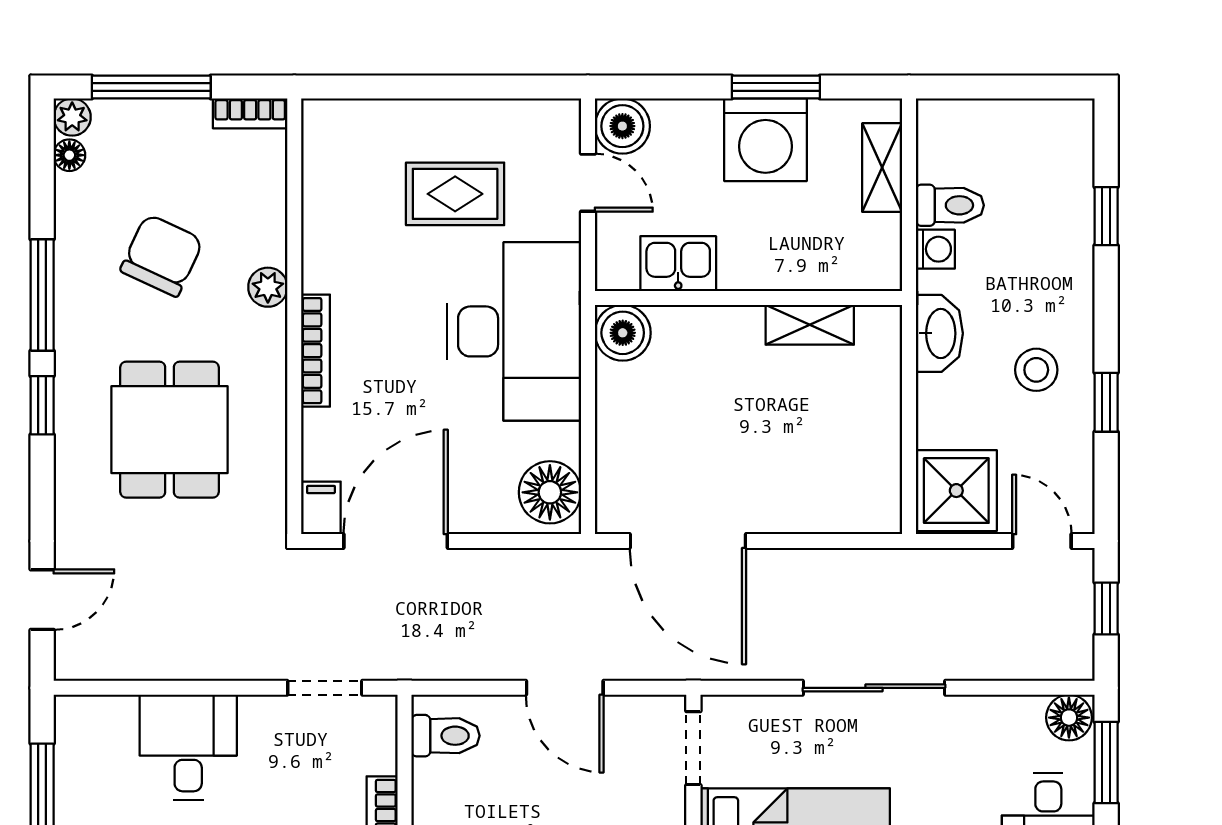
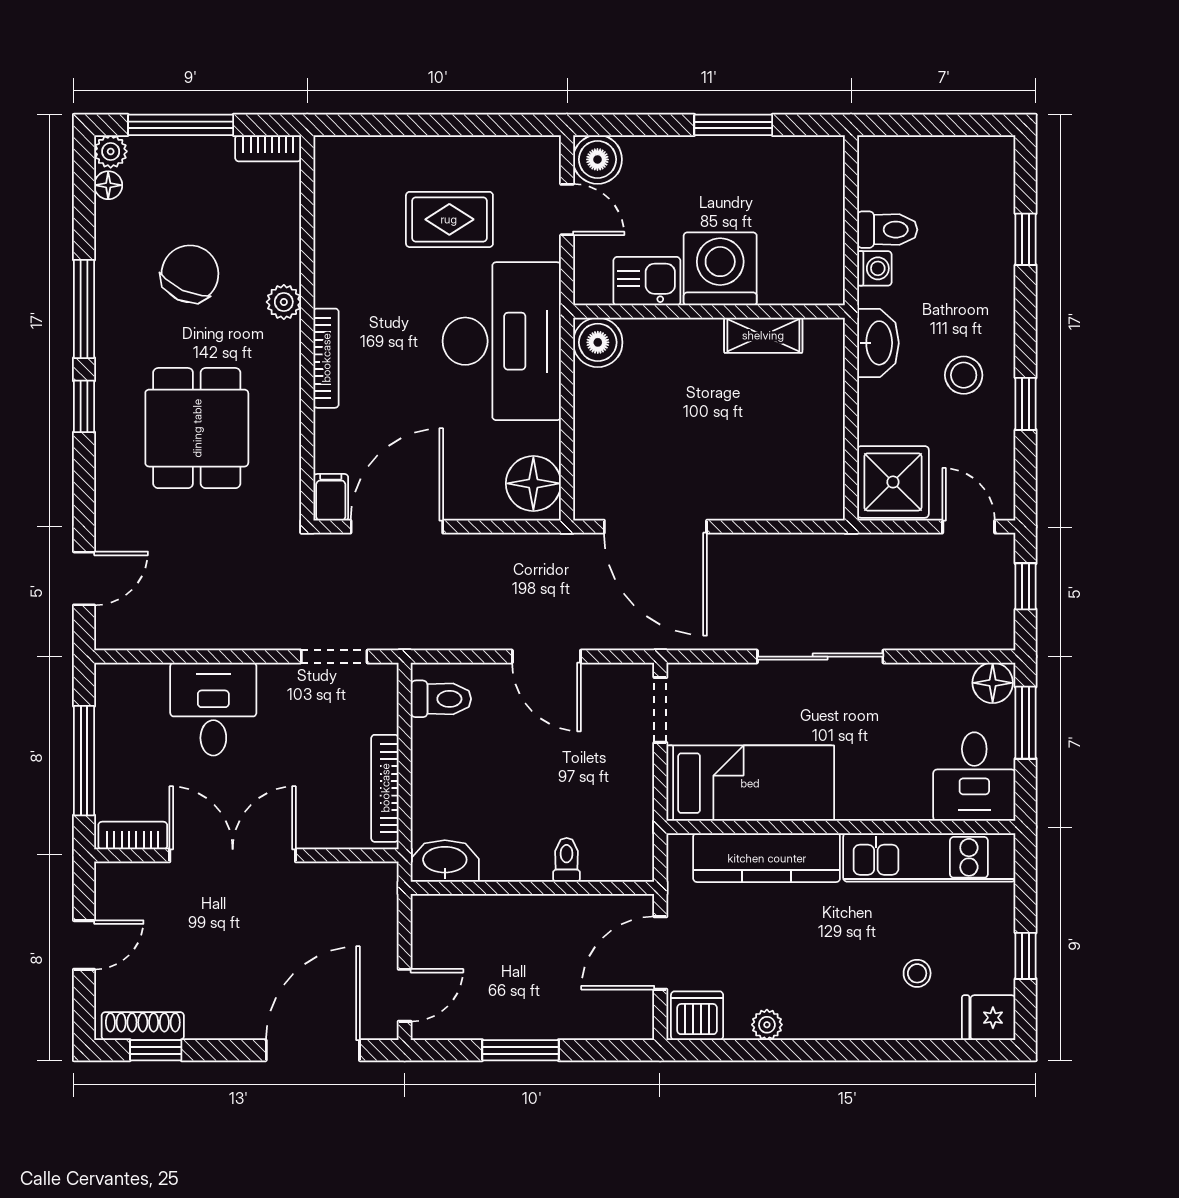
washing machine: (765, 140) -> (720, 269), moved, turned 180
shelving: (882, 168) -> (827, 196), removed

